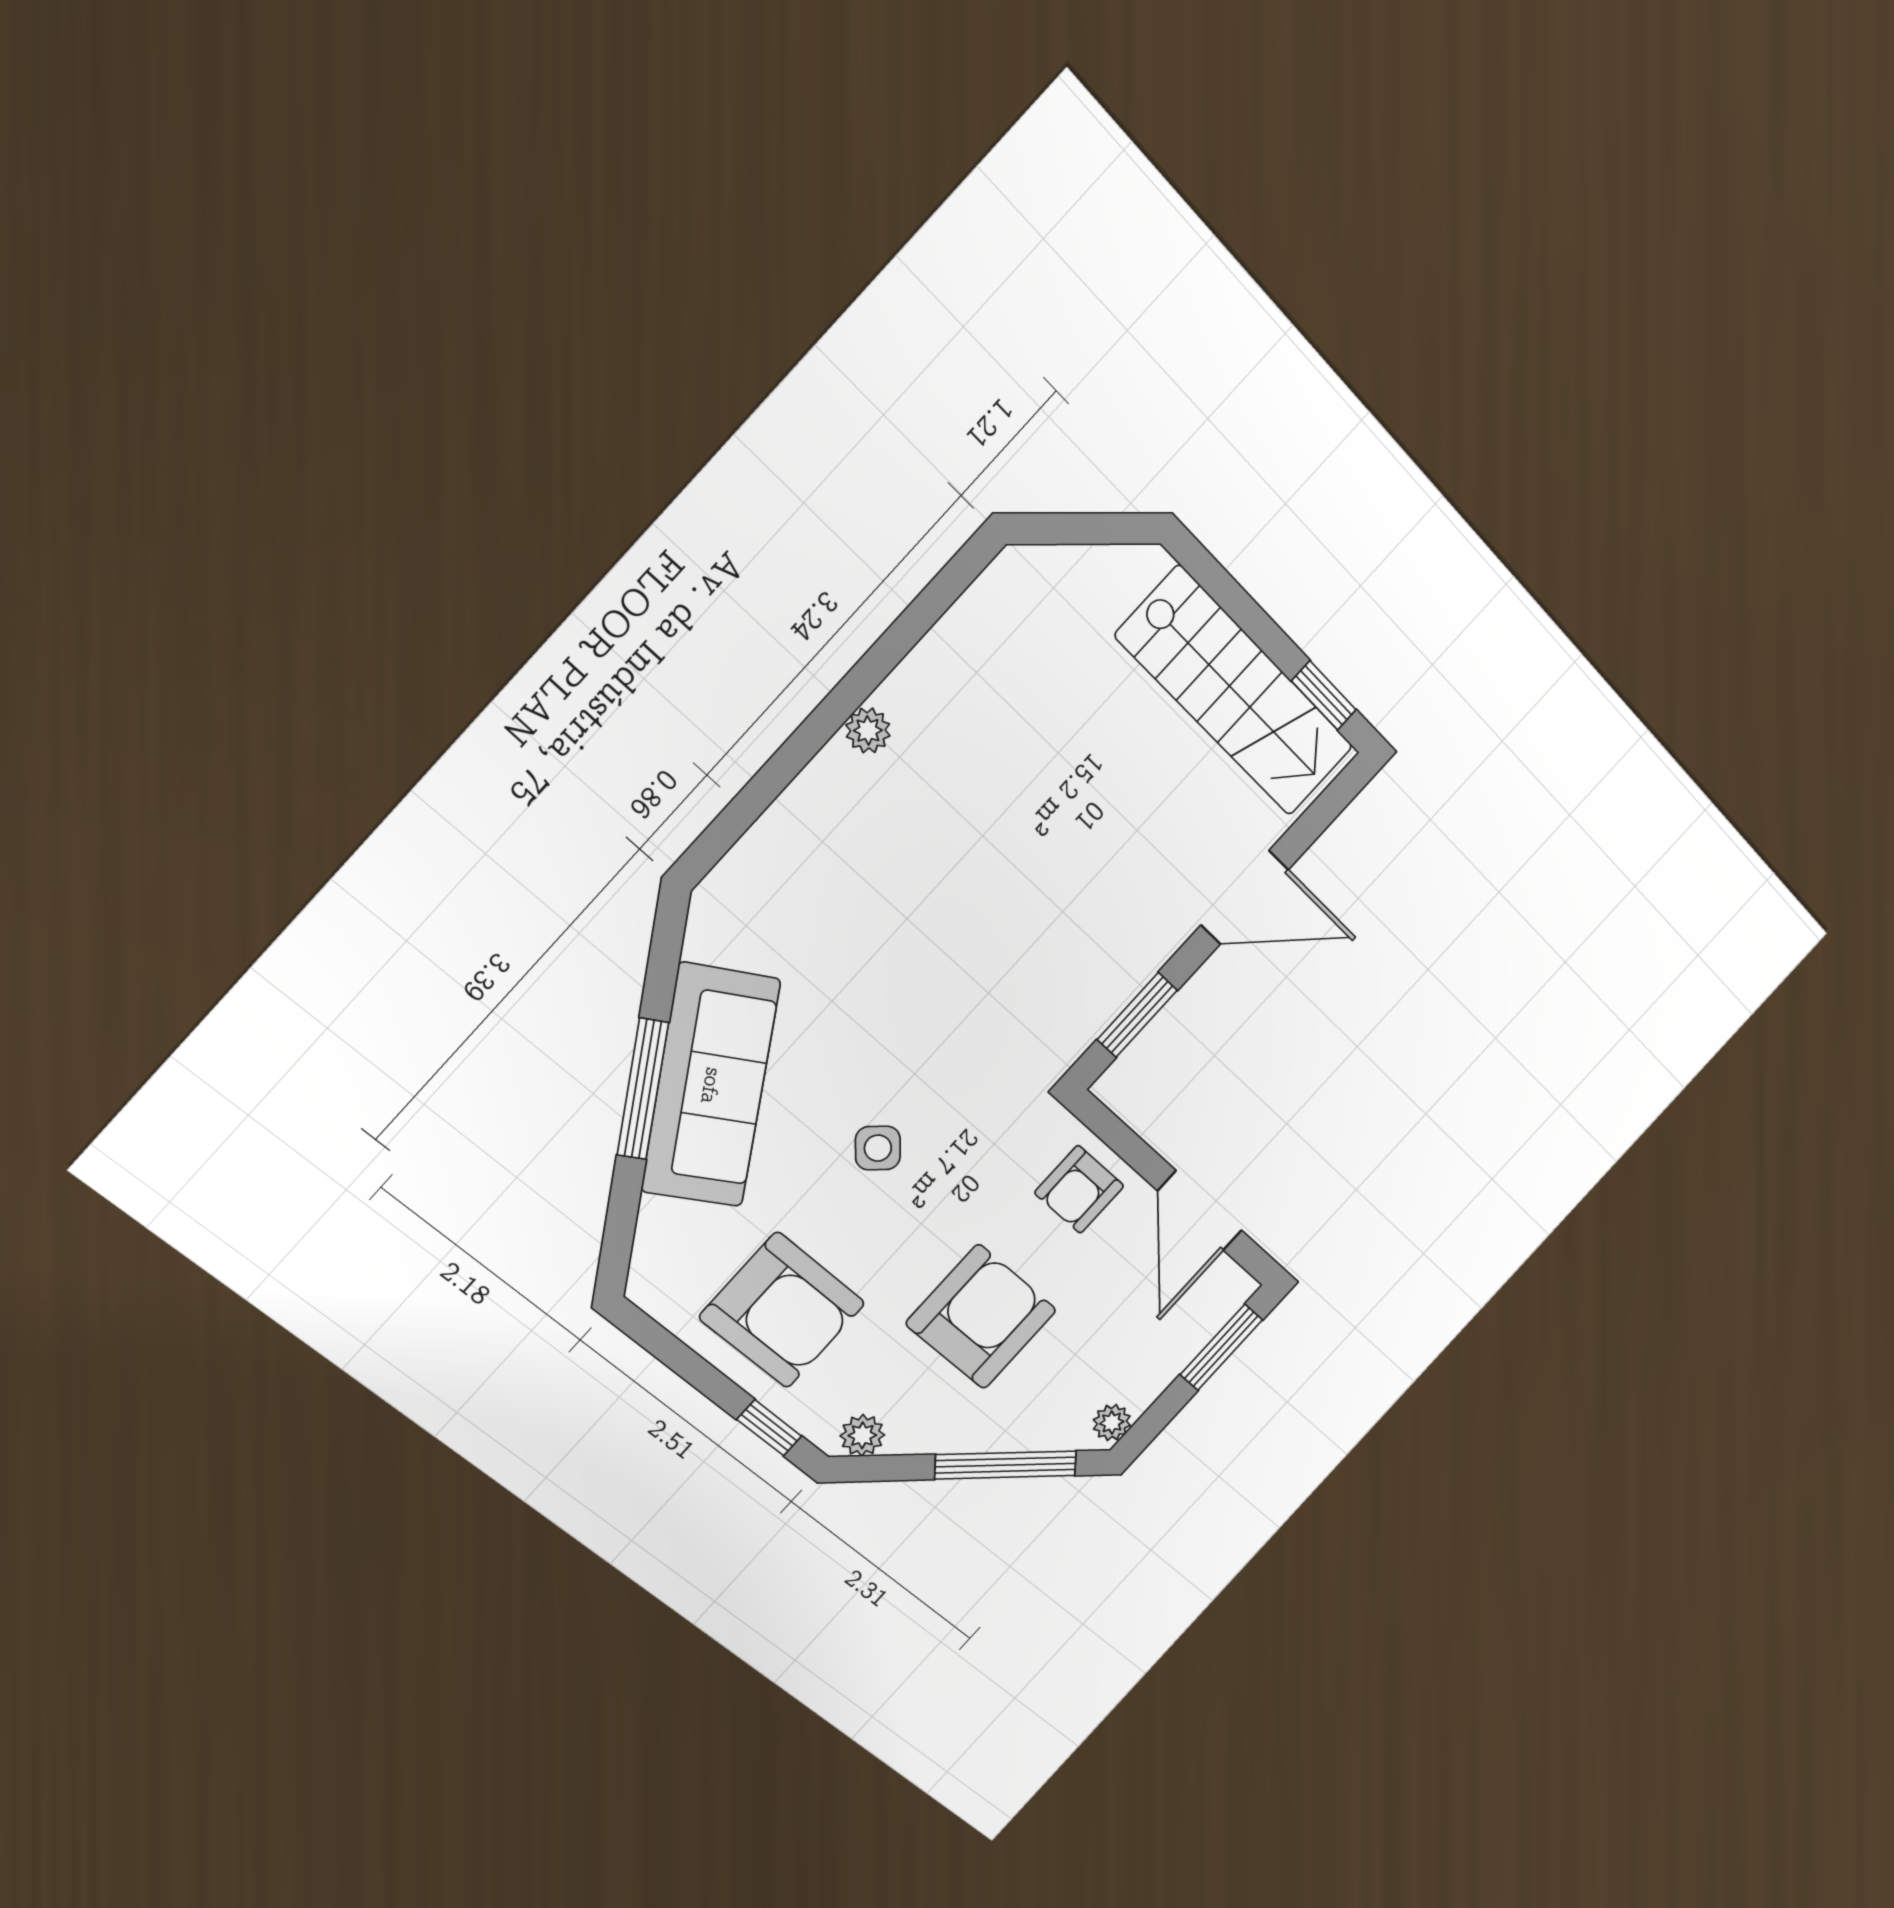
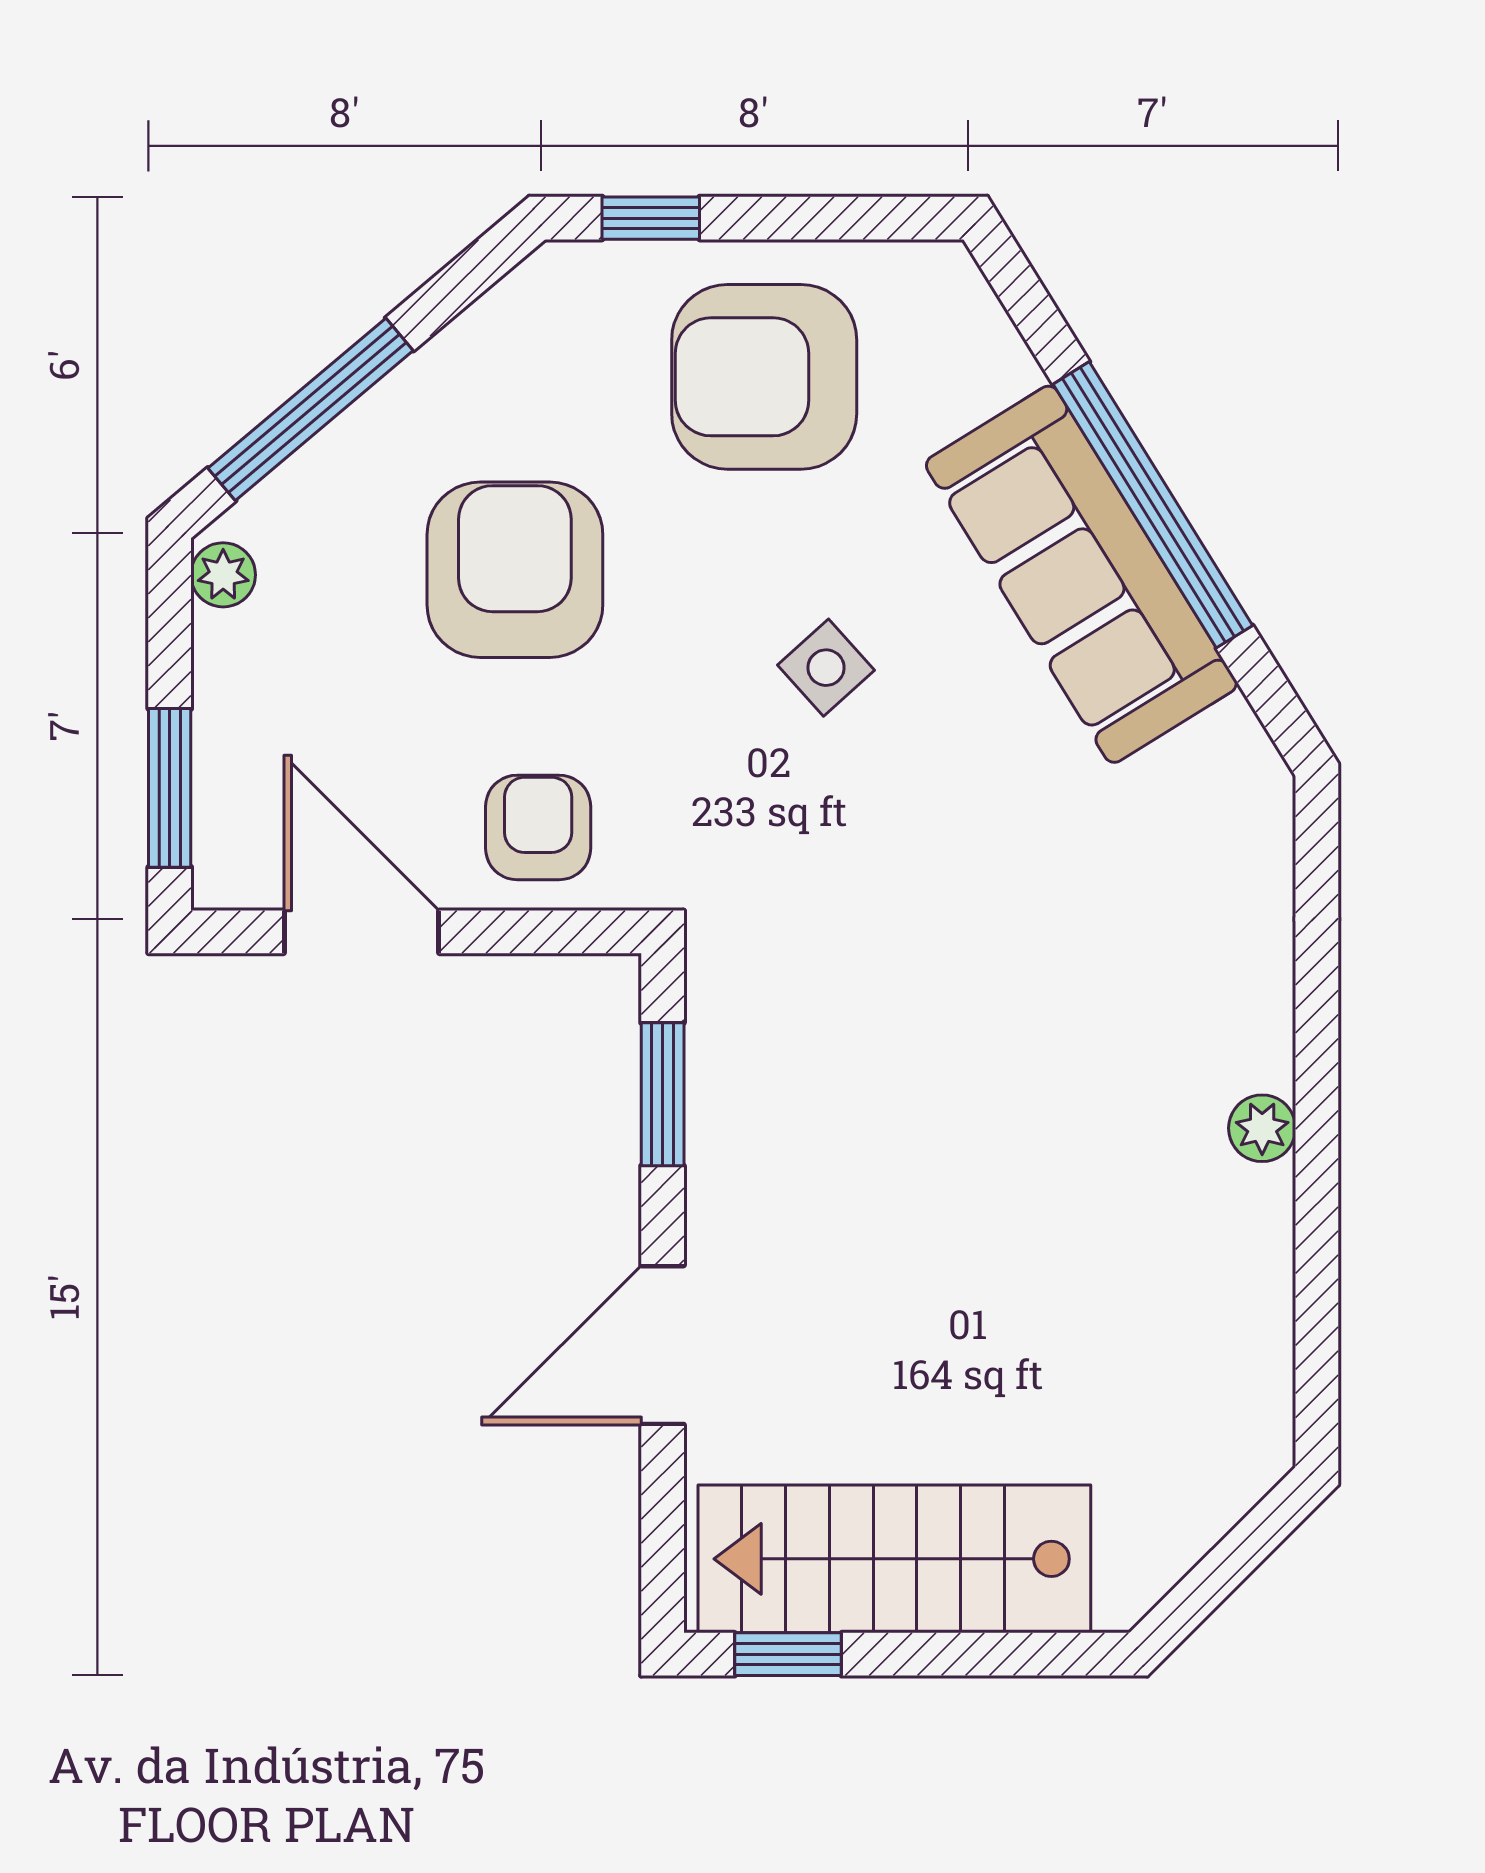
window: (643, 1089) -> (1153, 505), width x1.46
armchair: (981, 1317) -> (515, 570), turned 180
plant: (862, 1435) -> (528, 301), removed

